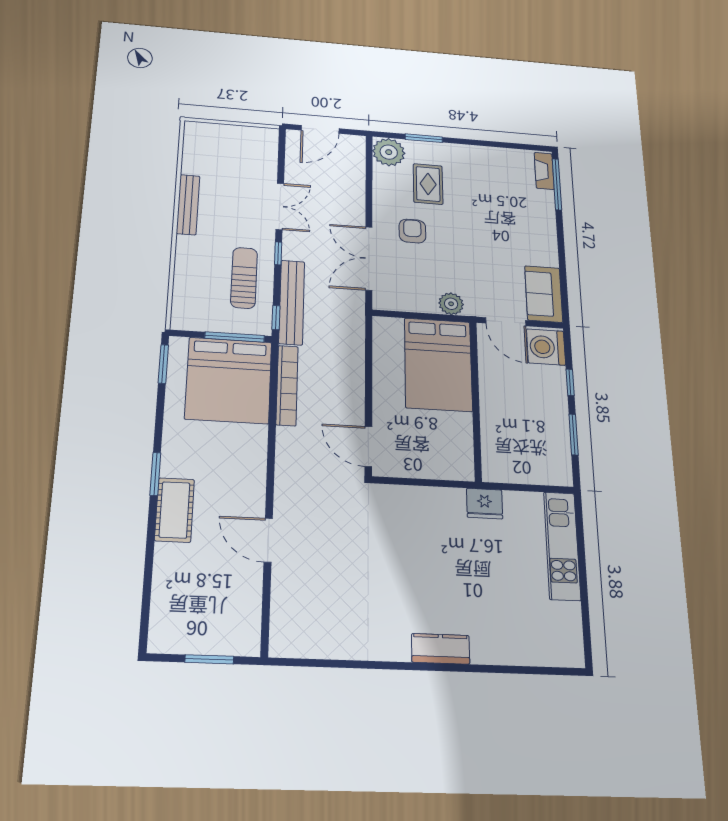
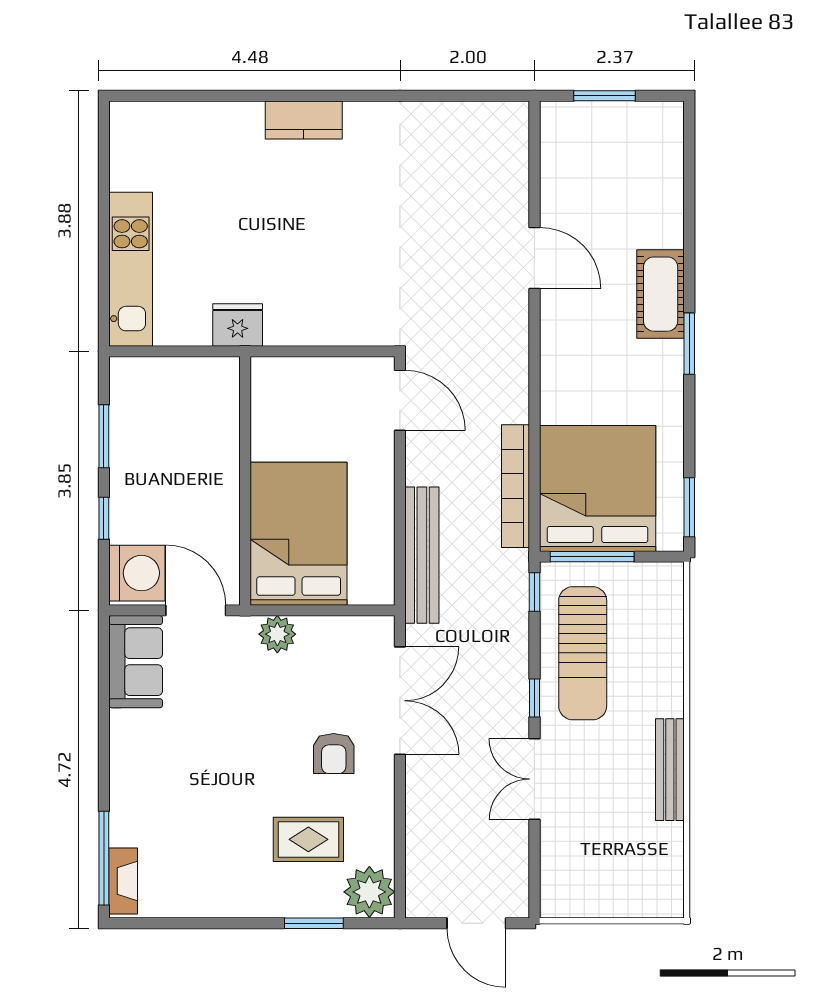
door: (320, 129) -> (476, 923), swing flipped
rug: (428, 184) -> (308, 839), turned 90
sun lounger: (244, 278) -> (583, 653), width x1.36, depth x1.34
bench: (292, 302) -> (422, 555), moved

